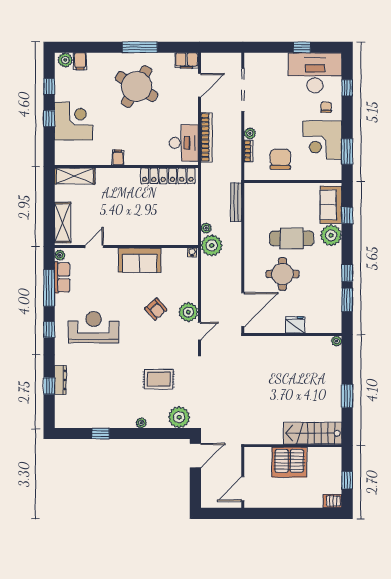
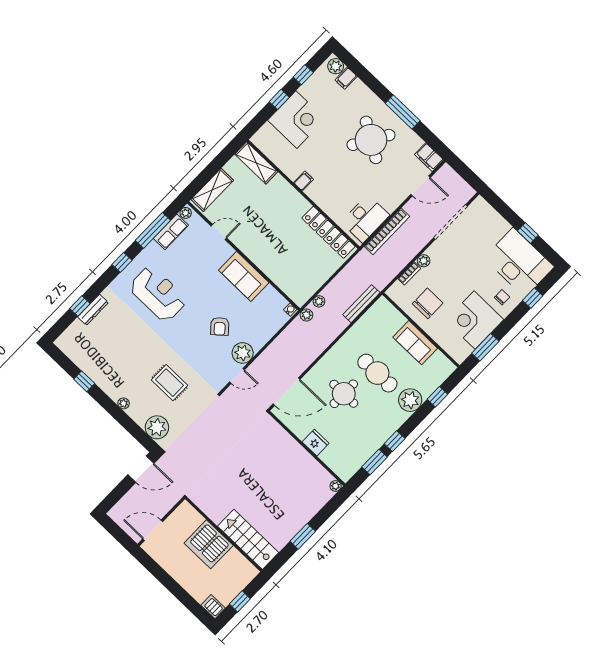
sofa: (331, 205) -> (415, 343), moved, turned -90
plant: (212, 245) -> (306, 315), width x0.53, depth x0.53

